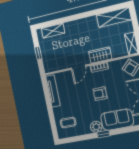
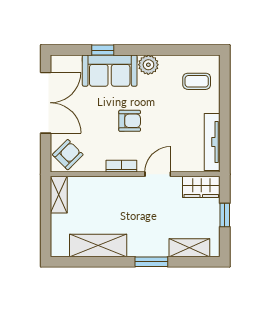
shelving: (114, 17) -> (98, 246), moved
window: (72, 18) -> (151, 262), added
wardrobe: (100, 55) -> (201, 187), moved
window: (103, 134) -> (103, 50), moved

